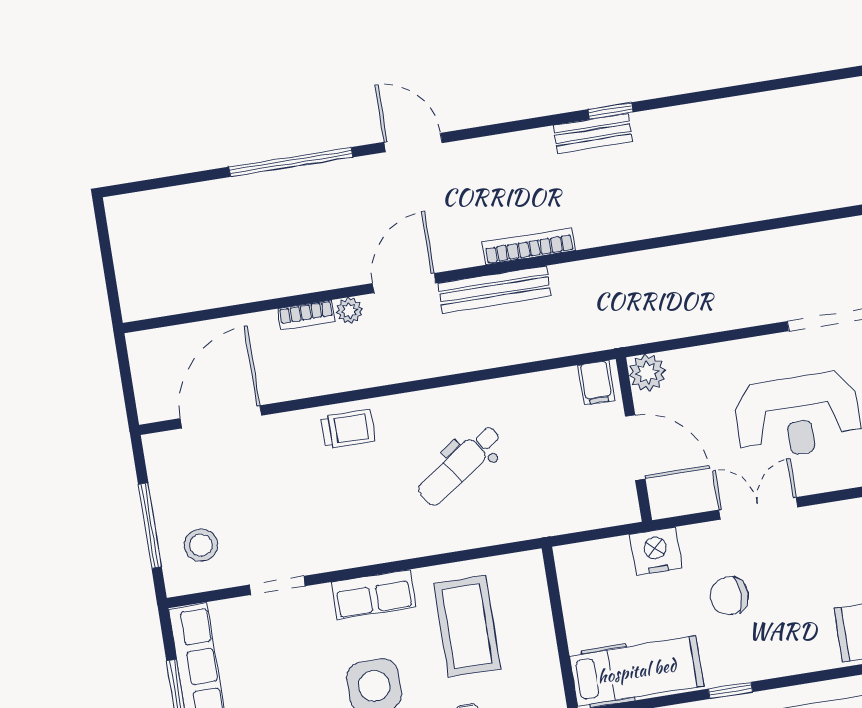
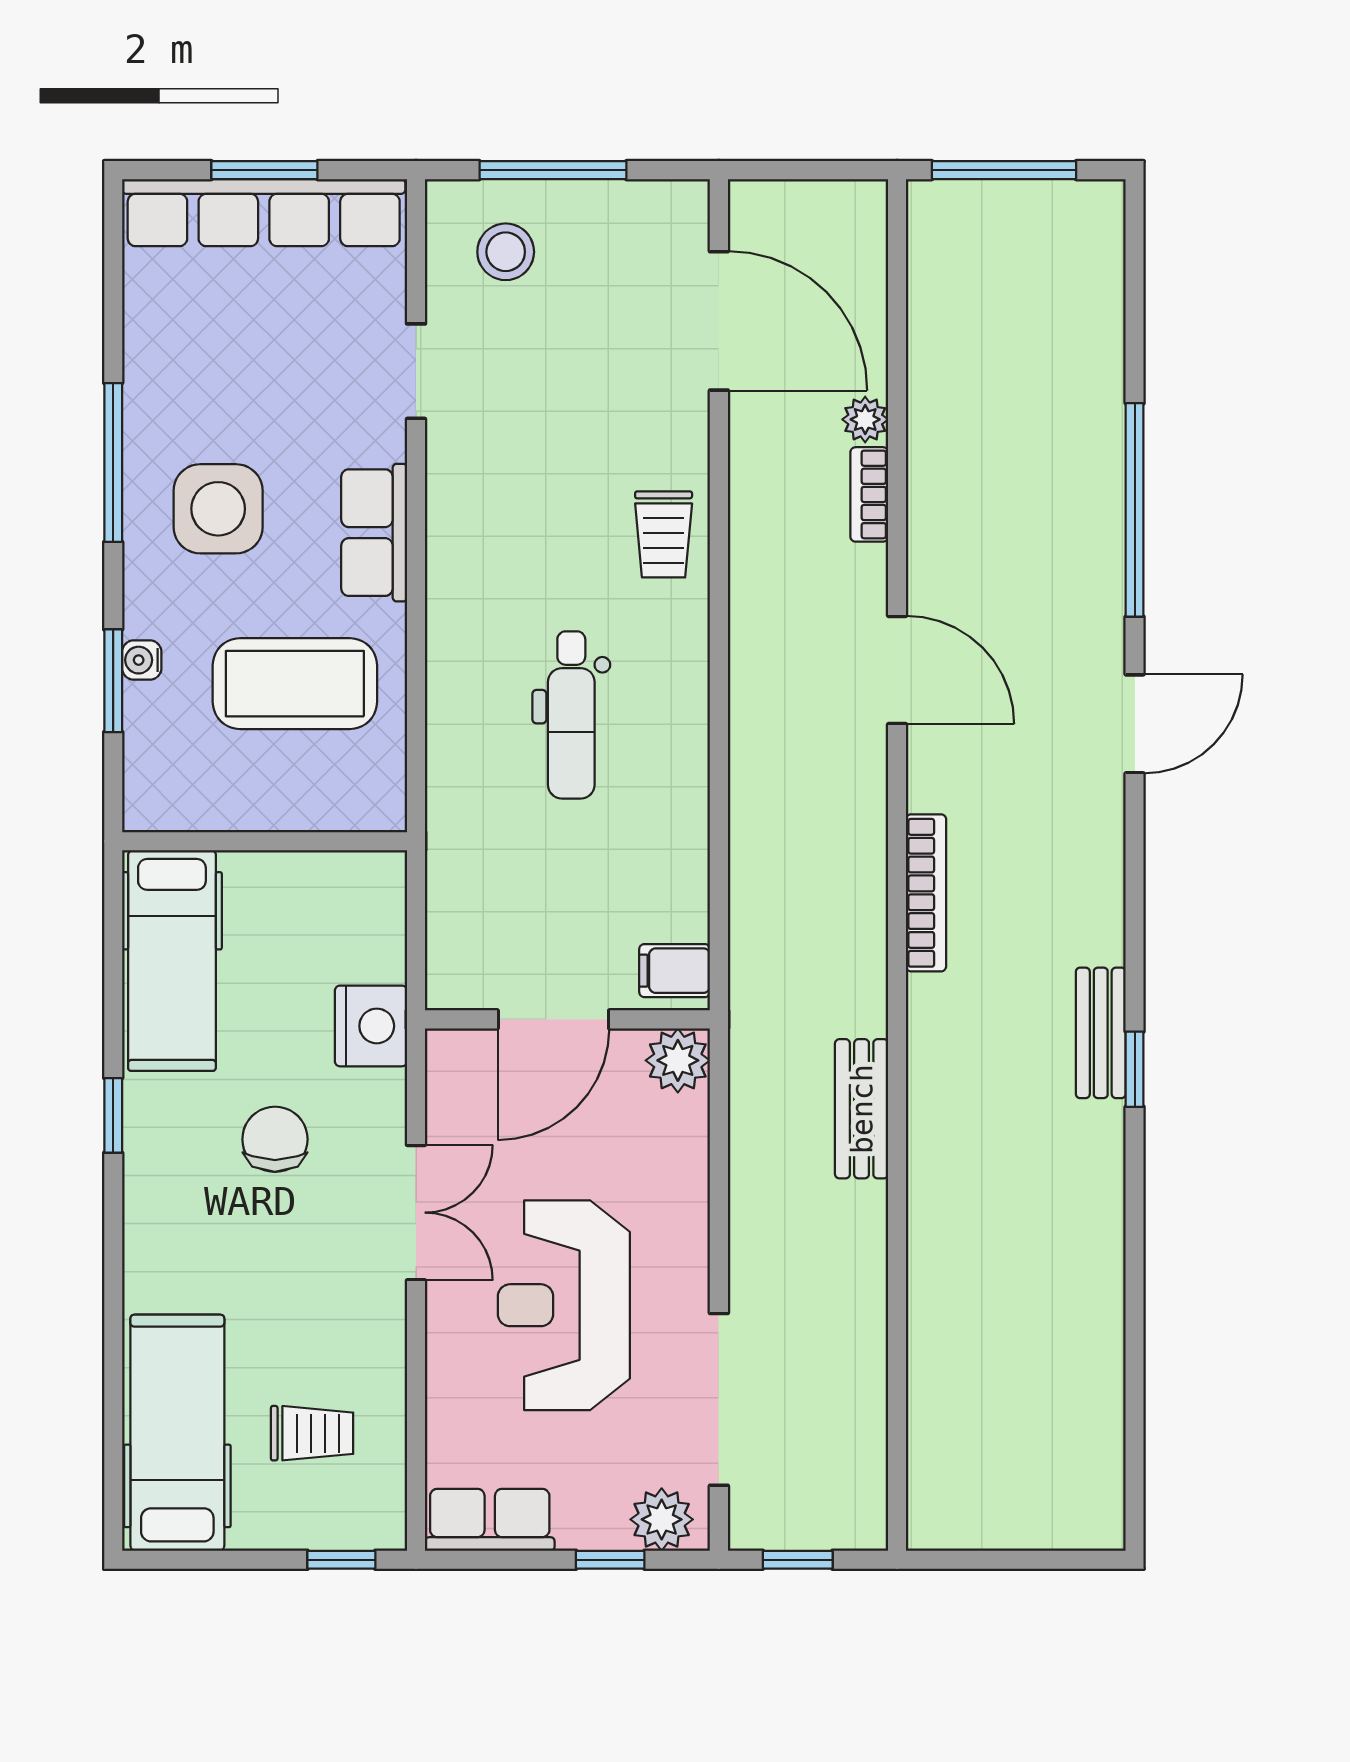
window: (109, 268) -> (1004, 170), added
bench: (495, 289) -> (862, 1109), moved, width x0.73
plant: (349, 311) -> (865, 419), moved
dental chair: (460, 465) -> (571, 715), turned -145

